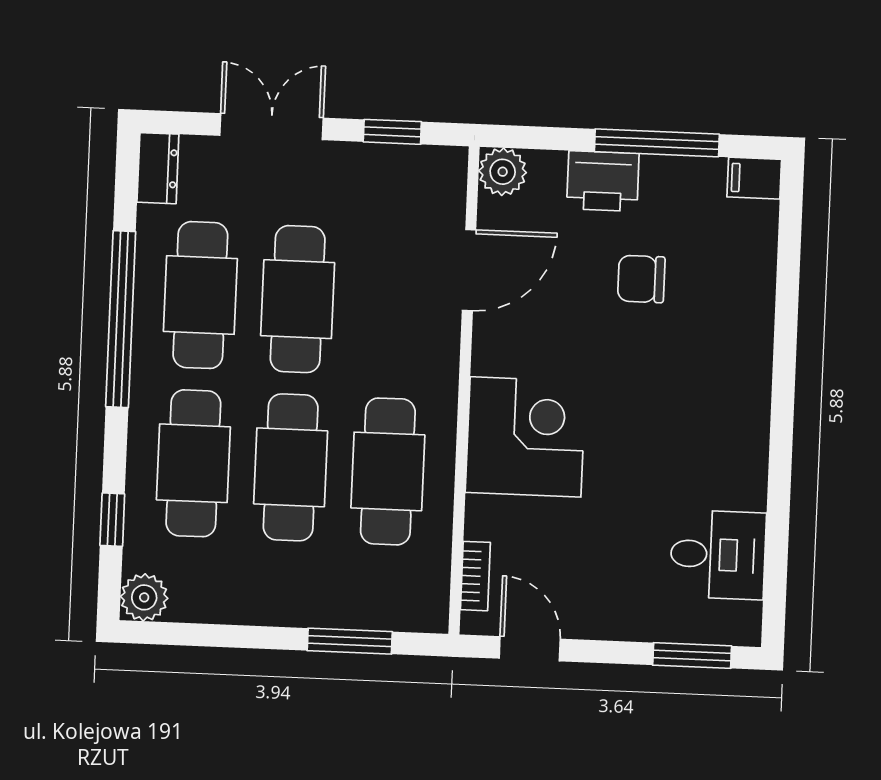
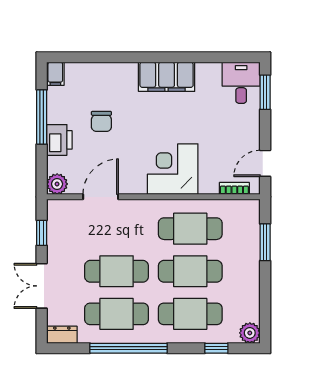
door: (469, 270) -> (101, 197), hinge flipped
filing cabinet: (737, 432) -> (167, 77), added
desk: (718, 555) -> (241, 83), moved

